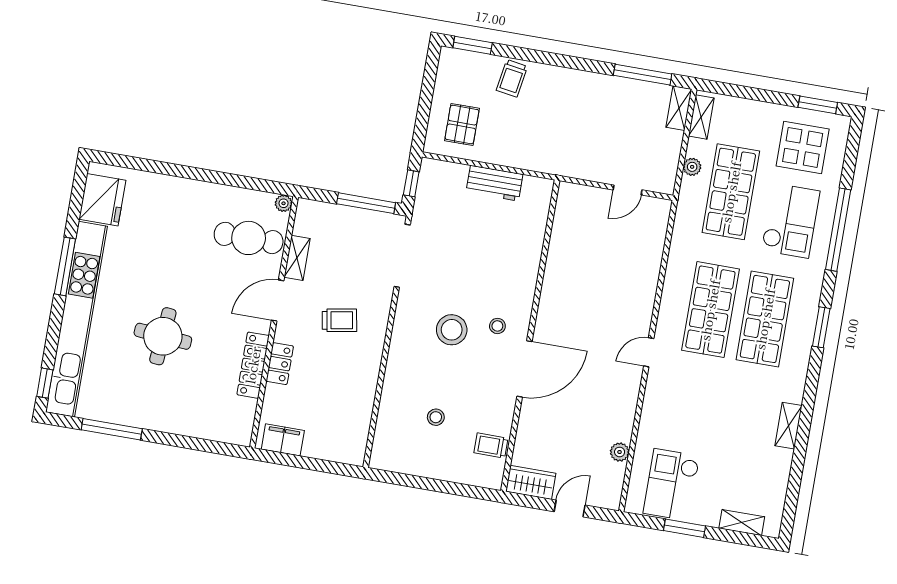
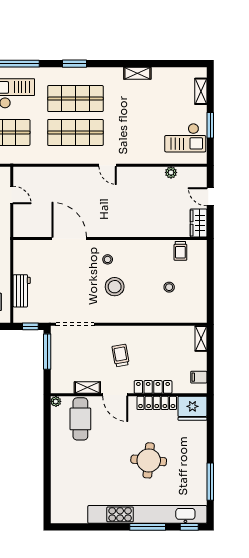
workbench: (494, 183) -> (22, 291), moved
fridge: (102, 200) -> (192, 408), moved, turned 180
window: (65, 266) -> (148, 527), moved
locker: (280, 364) -> (153, 387), width x1.53
door: (525, 369) -> (69, 239), moved
filing cabinet: (283, 440) -> (199, 377), width x0.50
shelving: (344, 454) -> (201, 339), added

